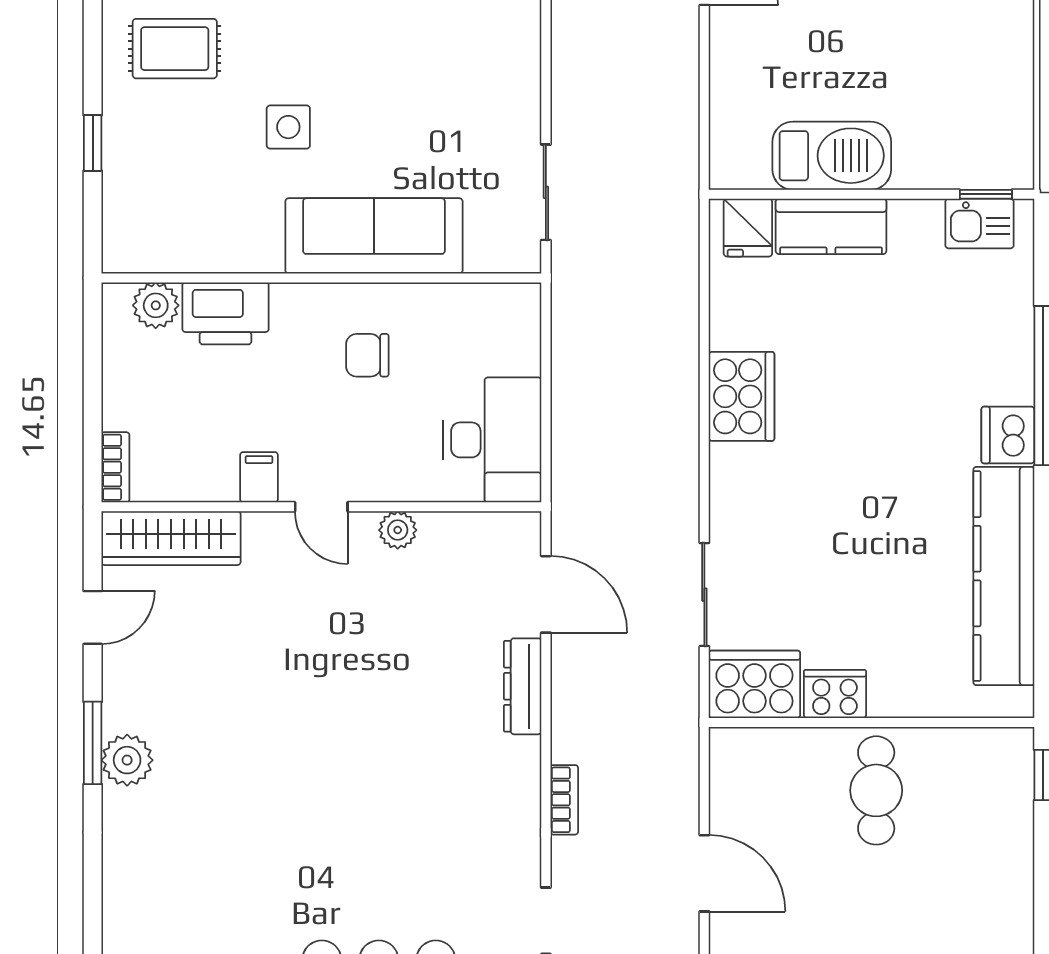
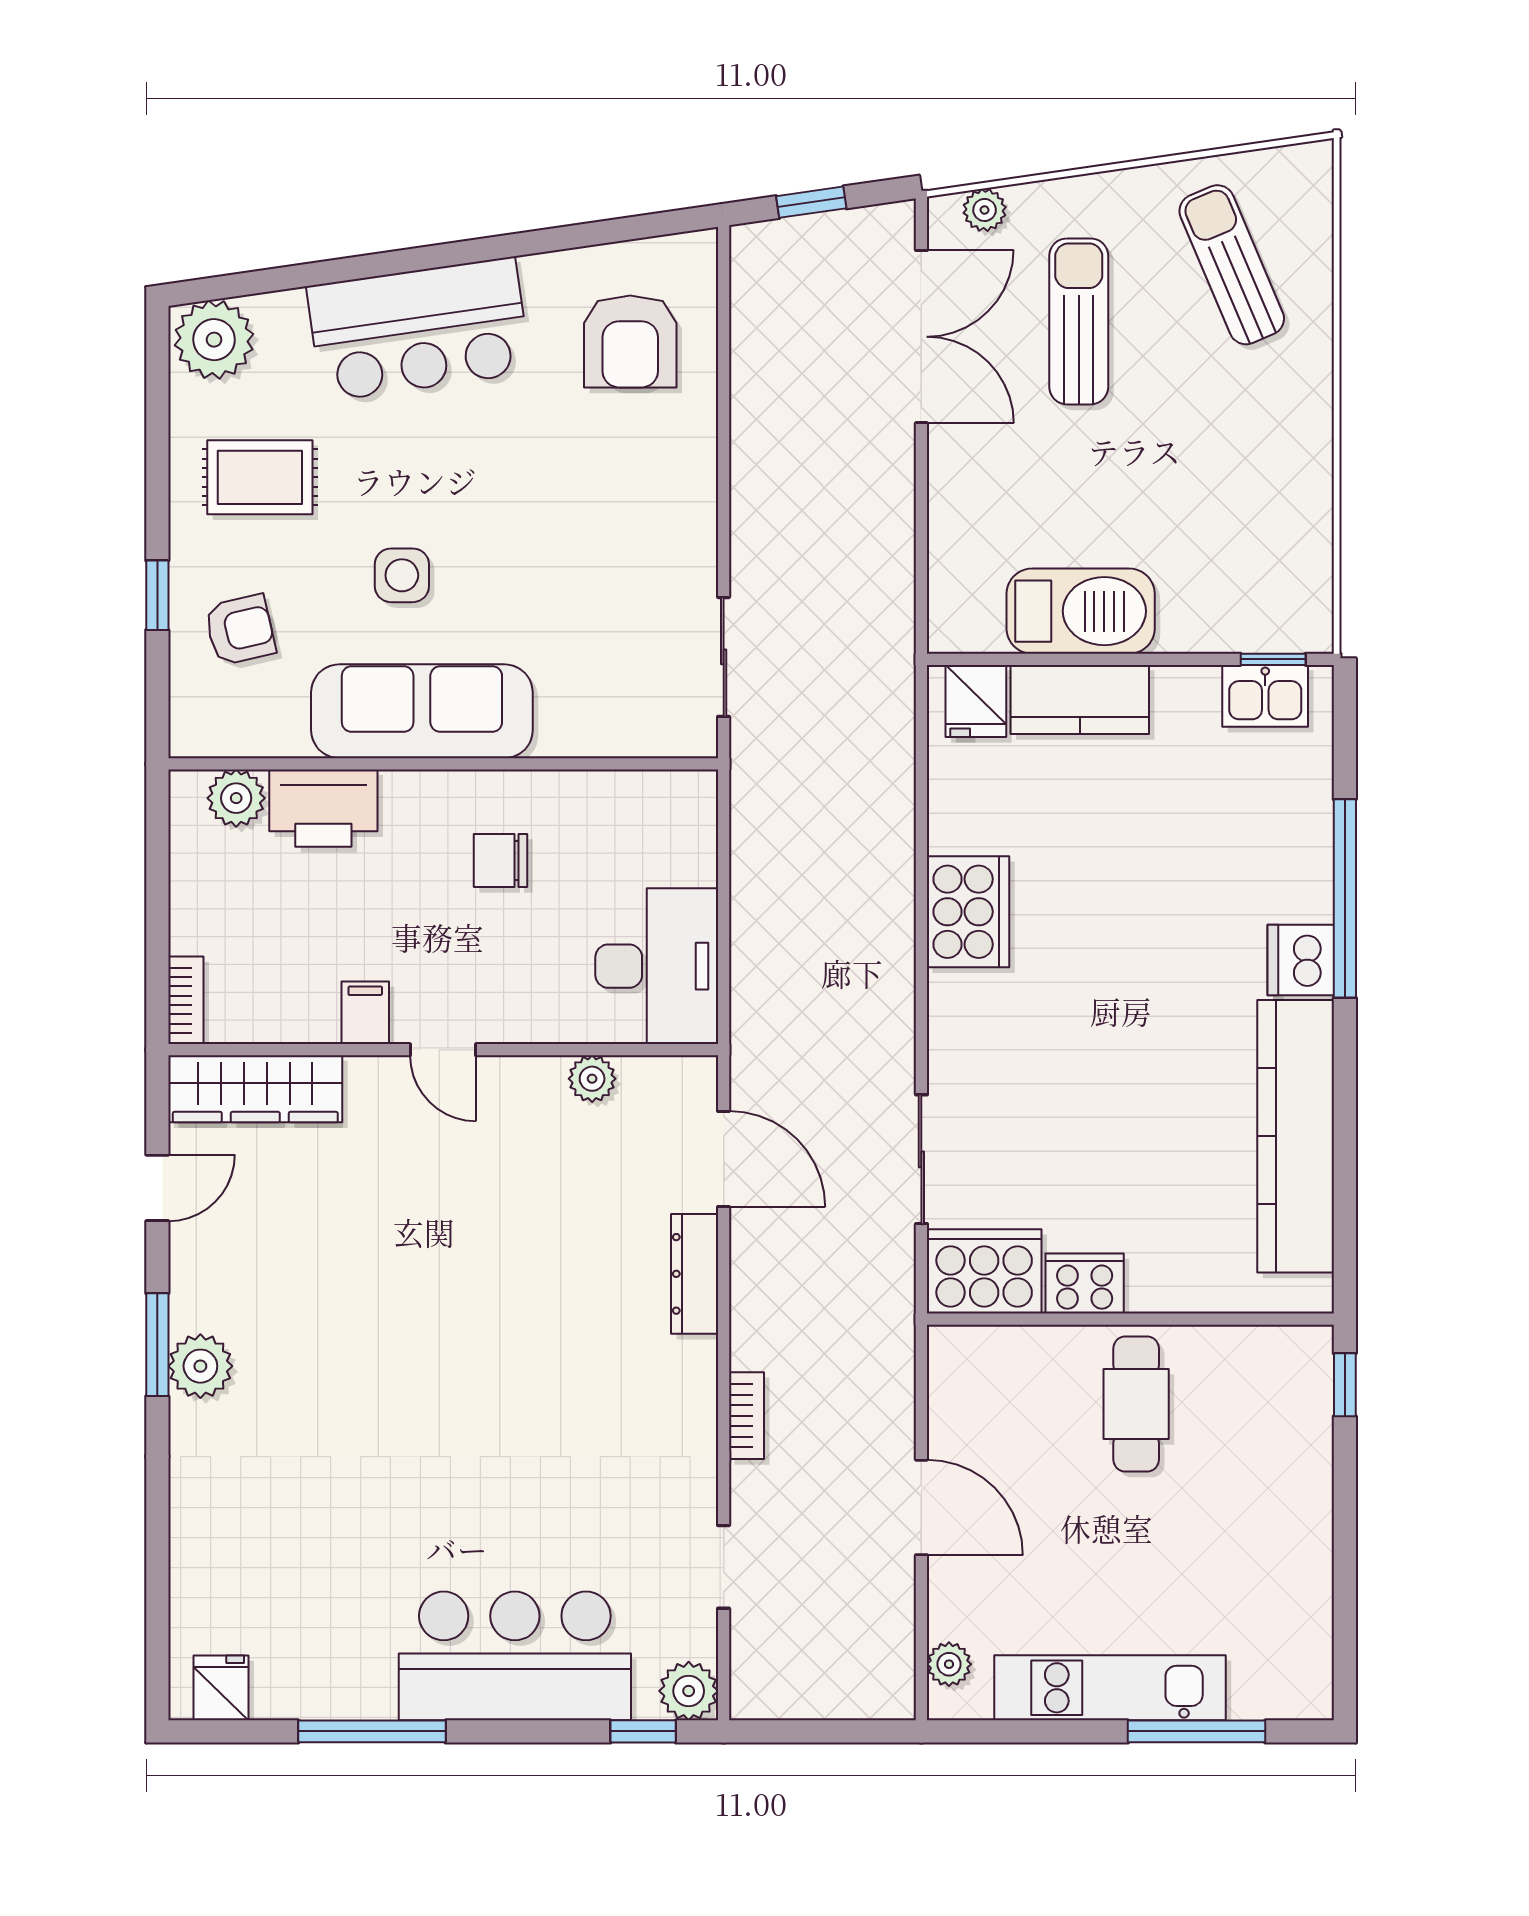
armchair: (159, 171) -> (240, 630), added
sofa: (374, 236) -> (422, 711), moved
plant: (398, 530) -> (592, 1079), moved

